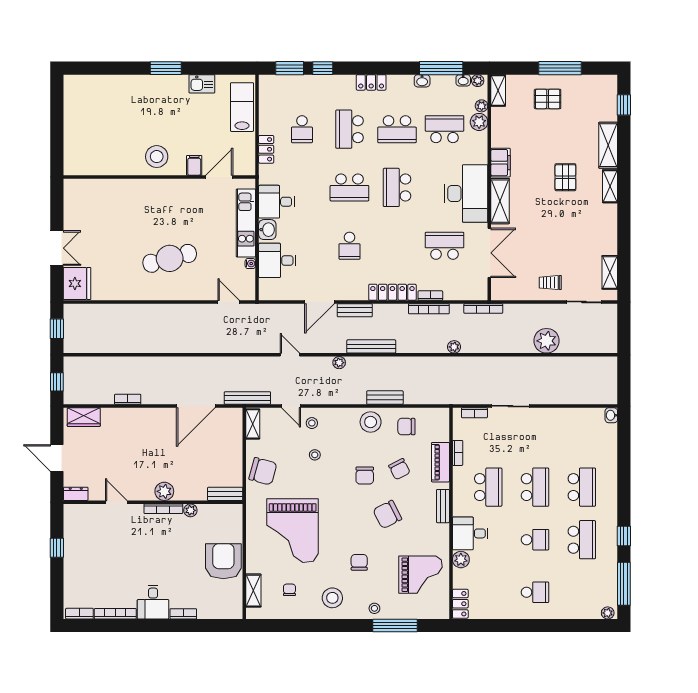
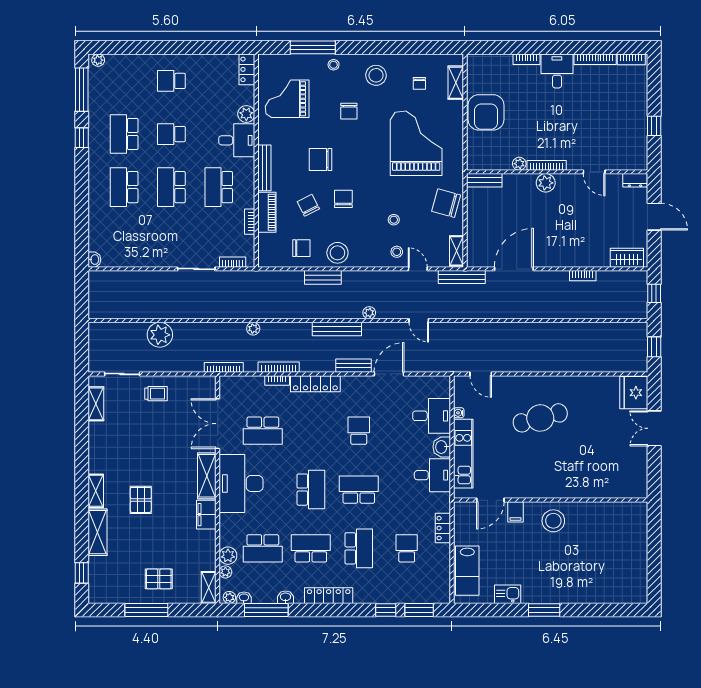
locker: (371, 82) -> (329, 596), width x1.53
bench: (443, 506) -> (264, 168), width x1.36
chair: (387, 515) -> (321, 159), turned -153

